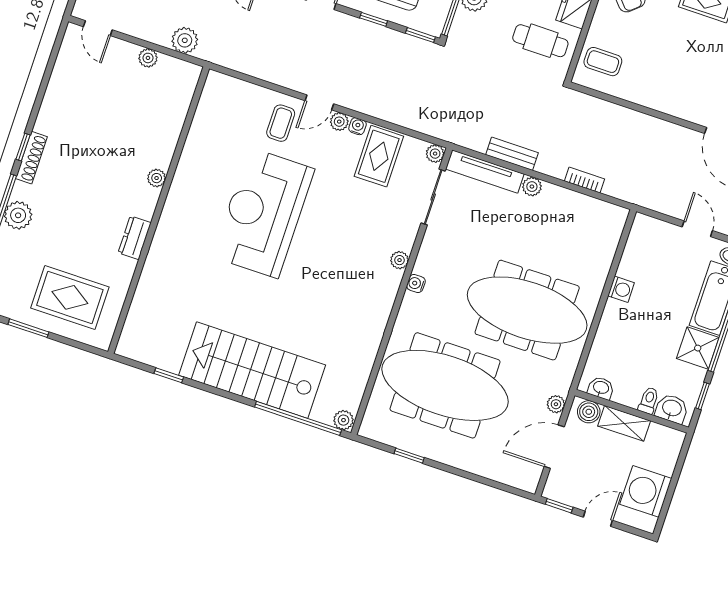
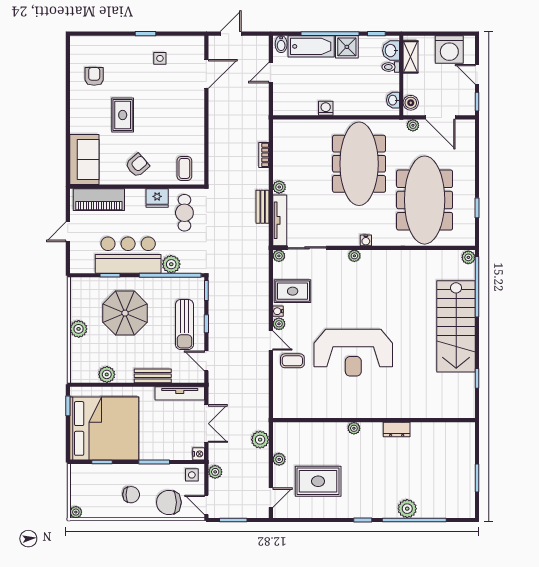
shoe rack: (31, 158) -> (368, 512), removed
rug: (70, 297) -> (318, 481), moved, turned 90
shelving: (624, 423) -> (411, 57), moved

